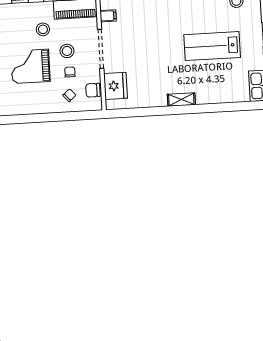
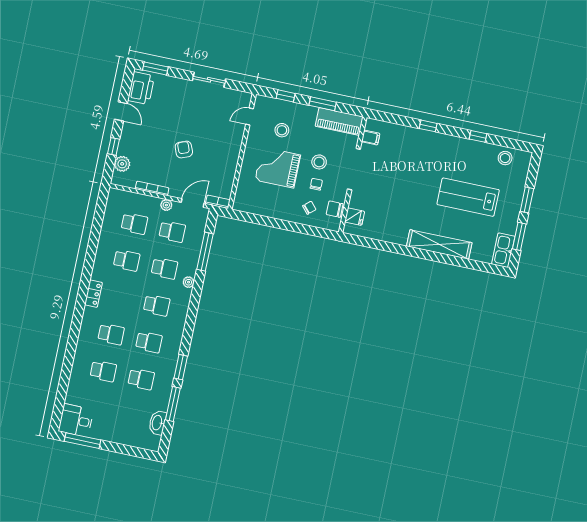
stool: (43, 29) -> (282, 130), moved
fridge: (116, 86) -> (355, 217), width x0.53, depth x0.75
shelving: (181, 100) -> (439, 244), width x2.20, depth x1.33

